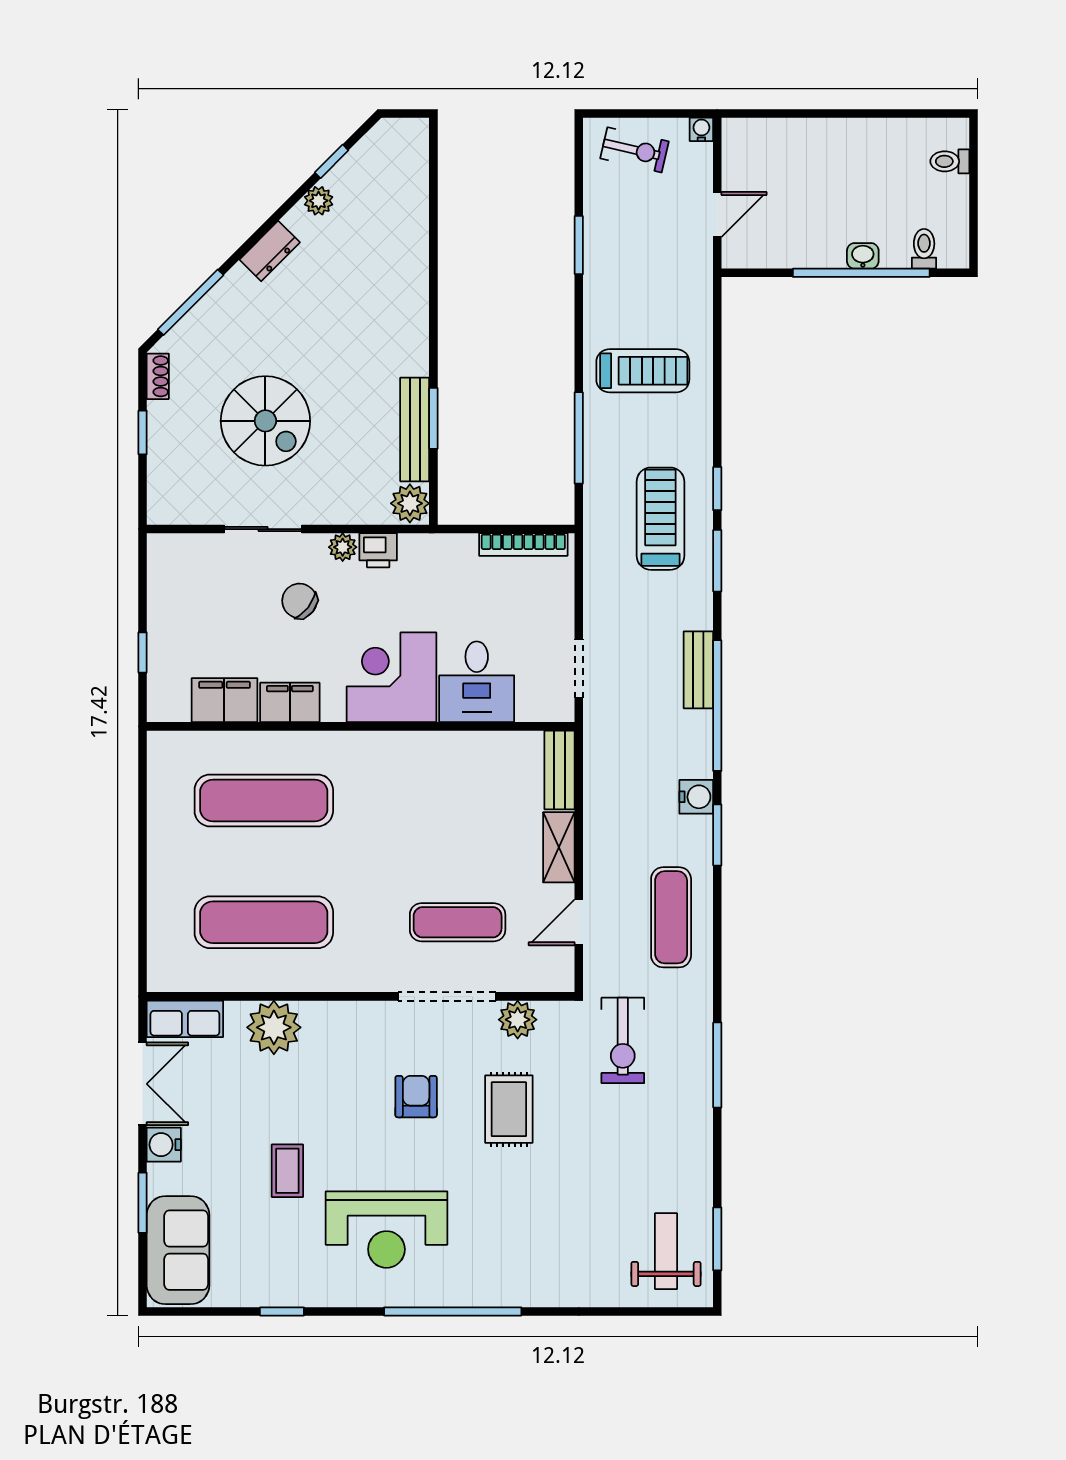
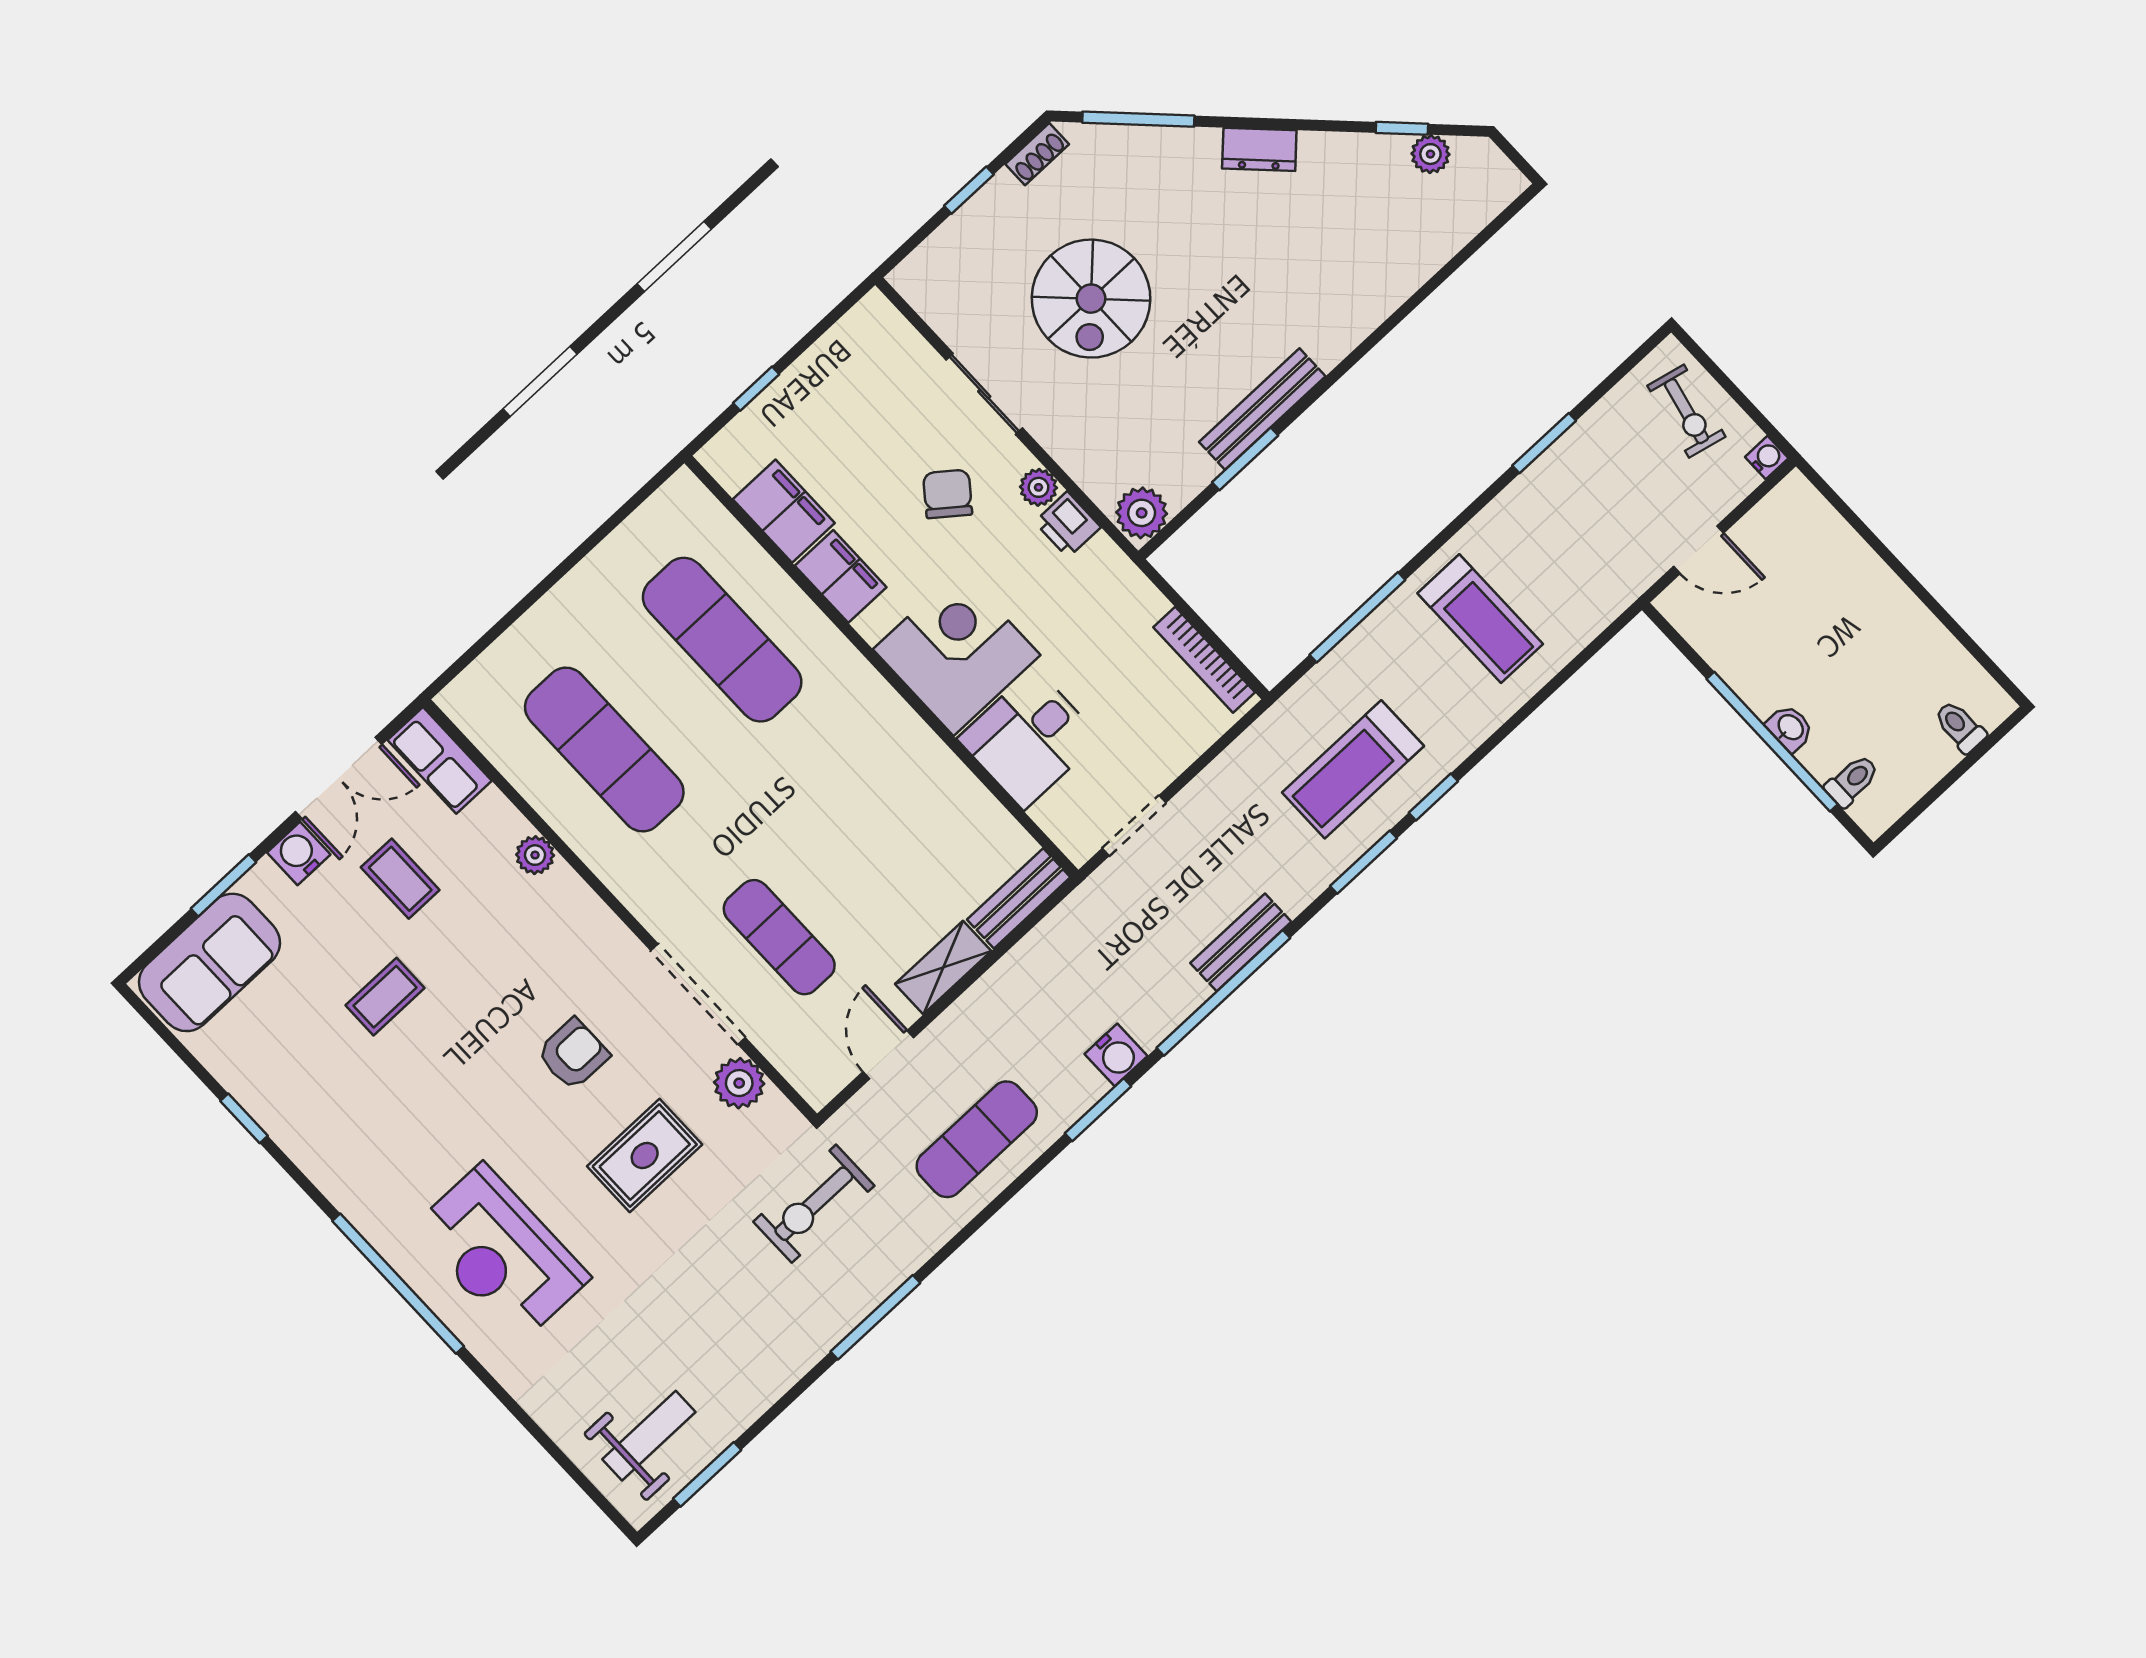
plant: (319, 201) -> (1430, 154), moved
bench: (415, 429) -> (1262, 409), moved
treadmill: (660, 519) -> (1353, 769), turned 180
door: (579, 922) -> (888, 1055), hinge flipped
plant: (274, 1027) -> (535, 855), width x0.53, depth x0.53
coffee table: (230, 1102) -> (400, 879), added
reception desk: (386, 1230) -> (501, 1253), moved

